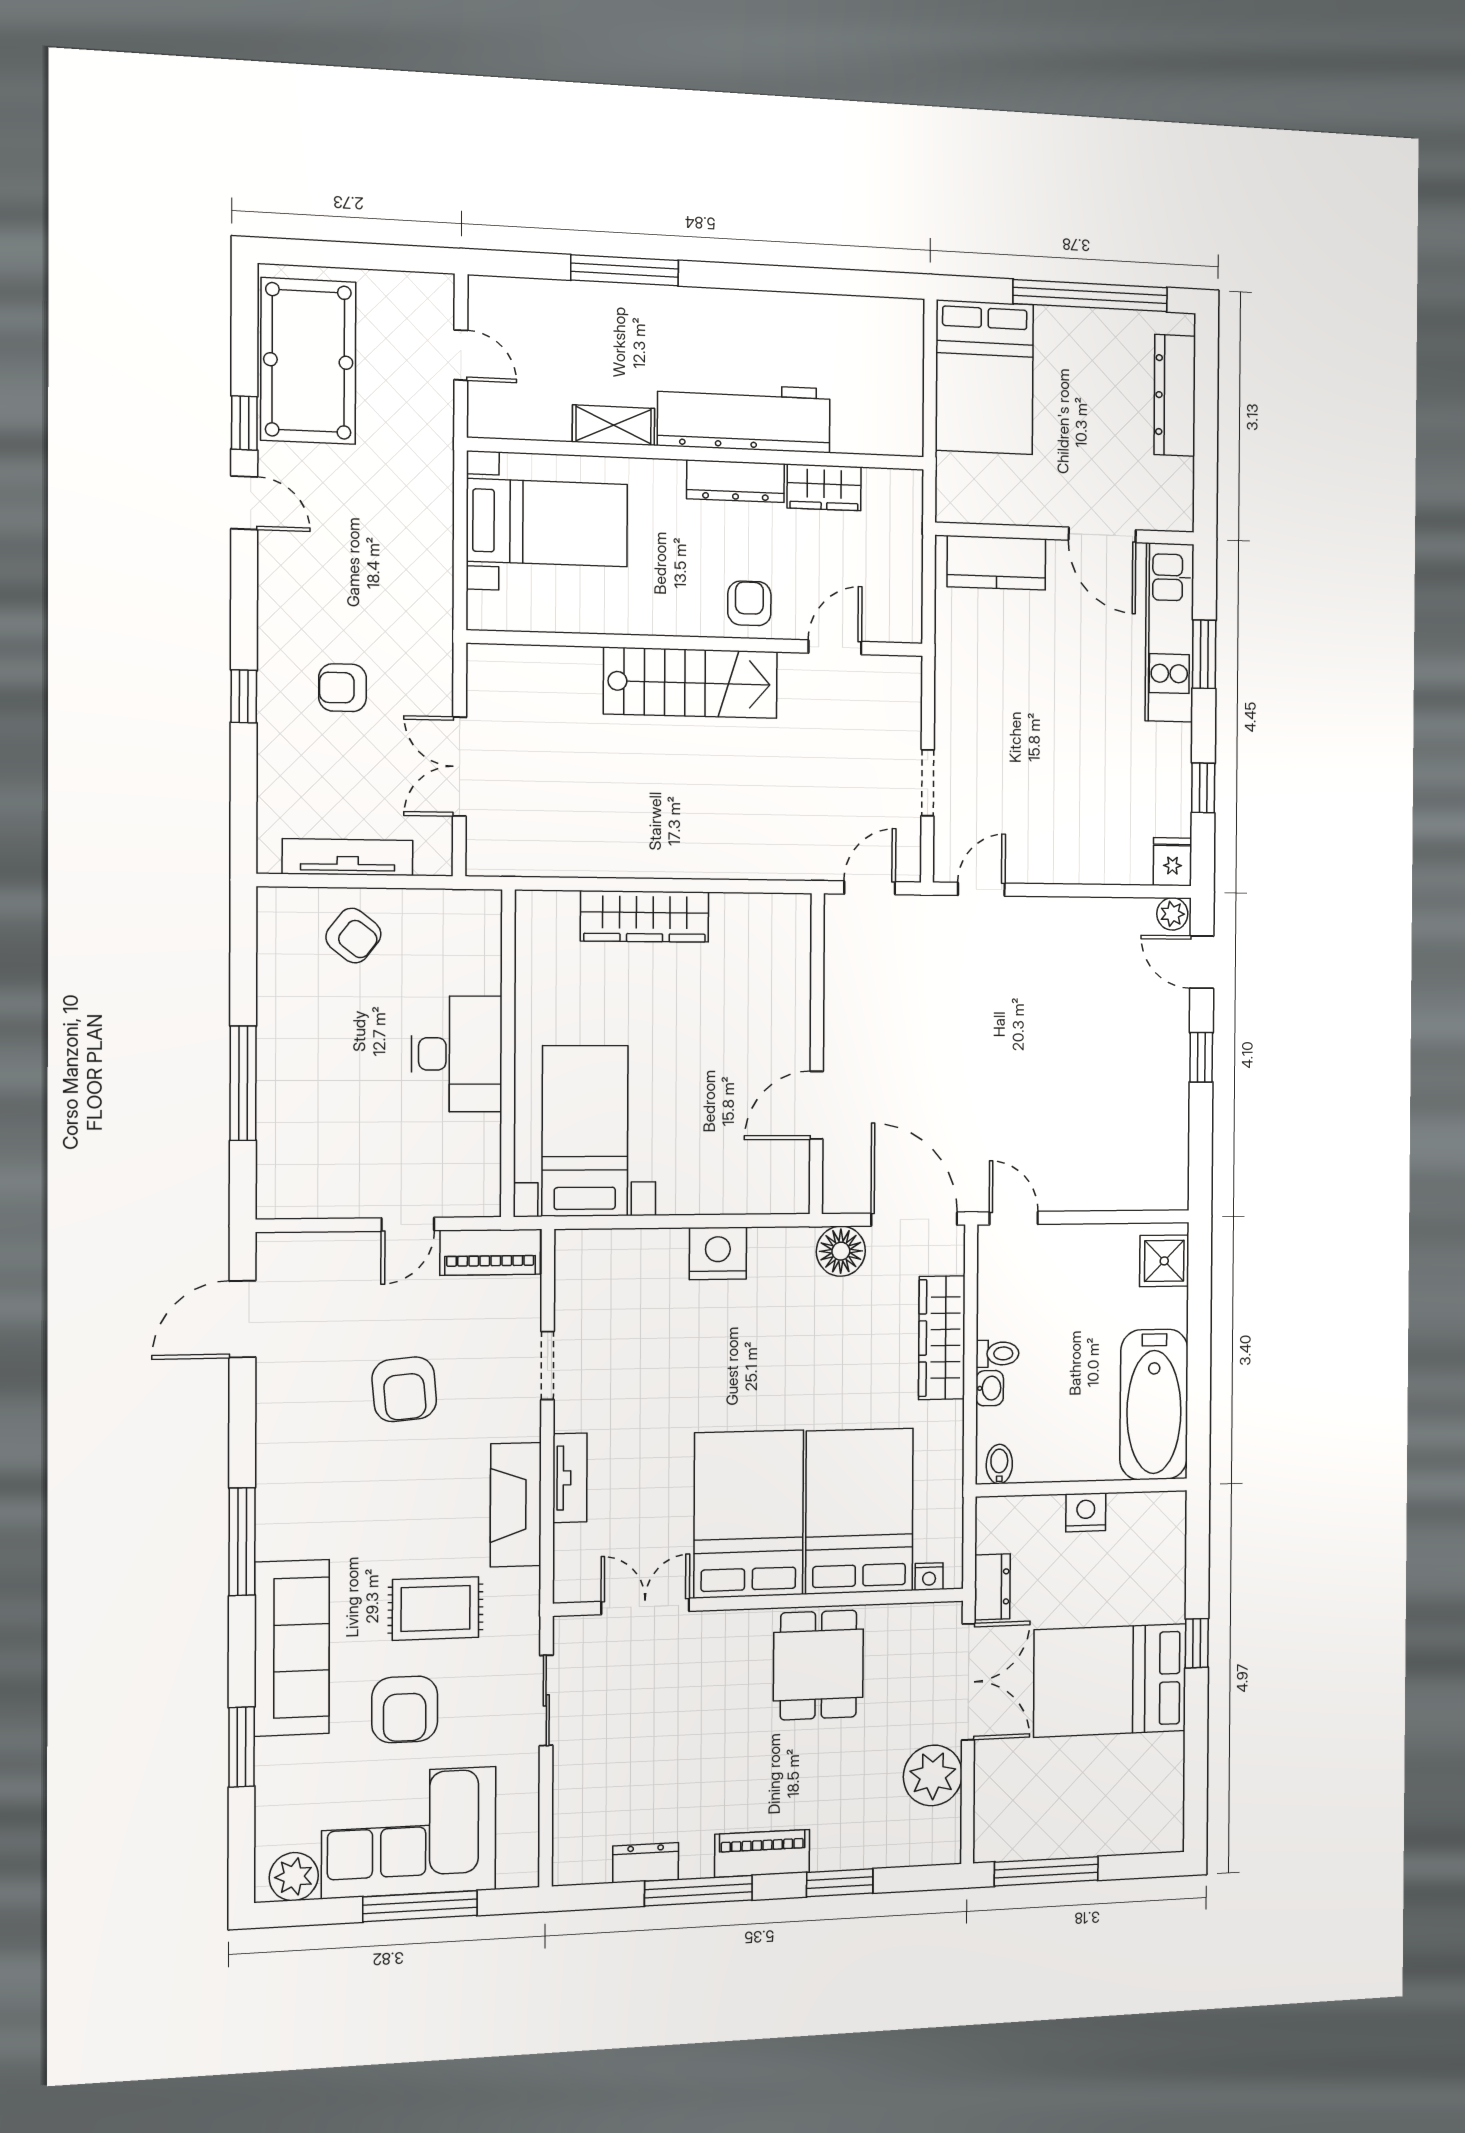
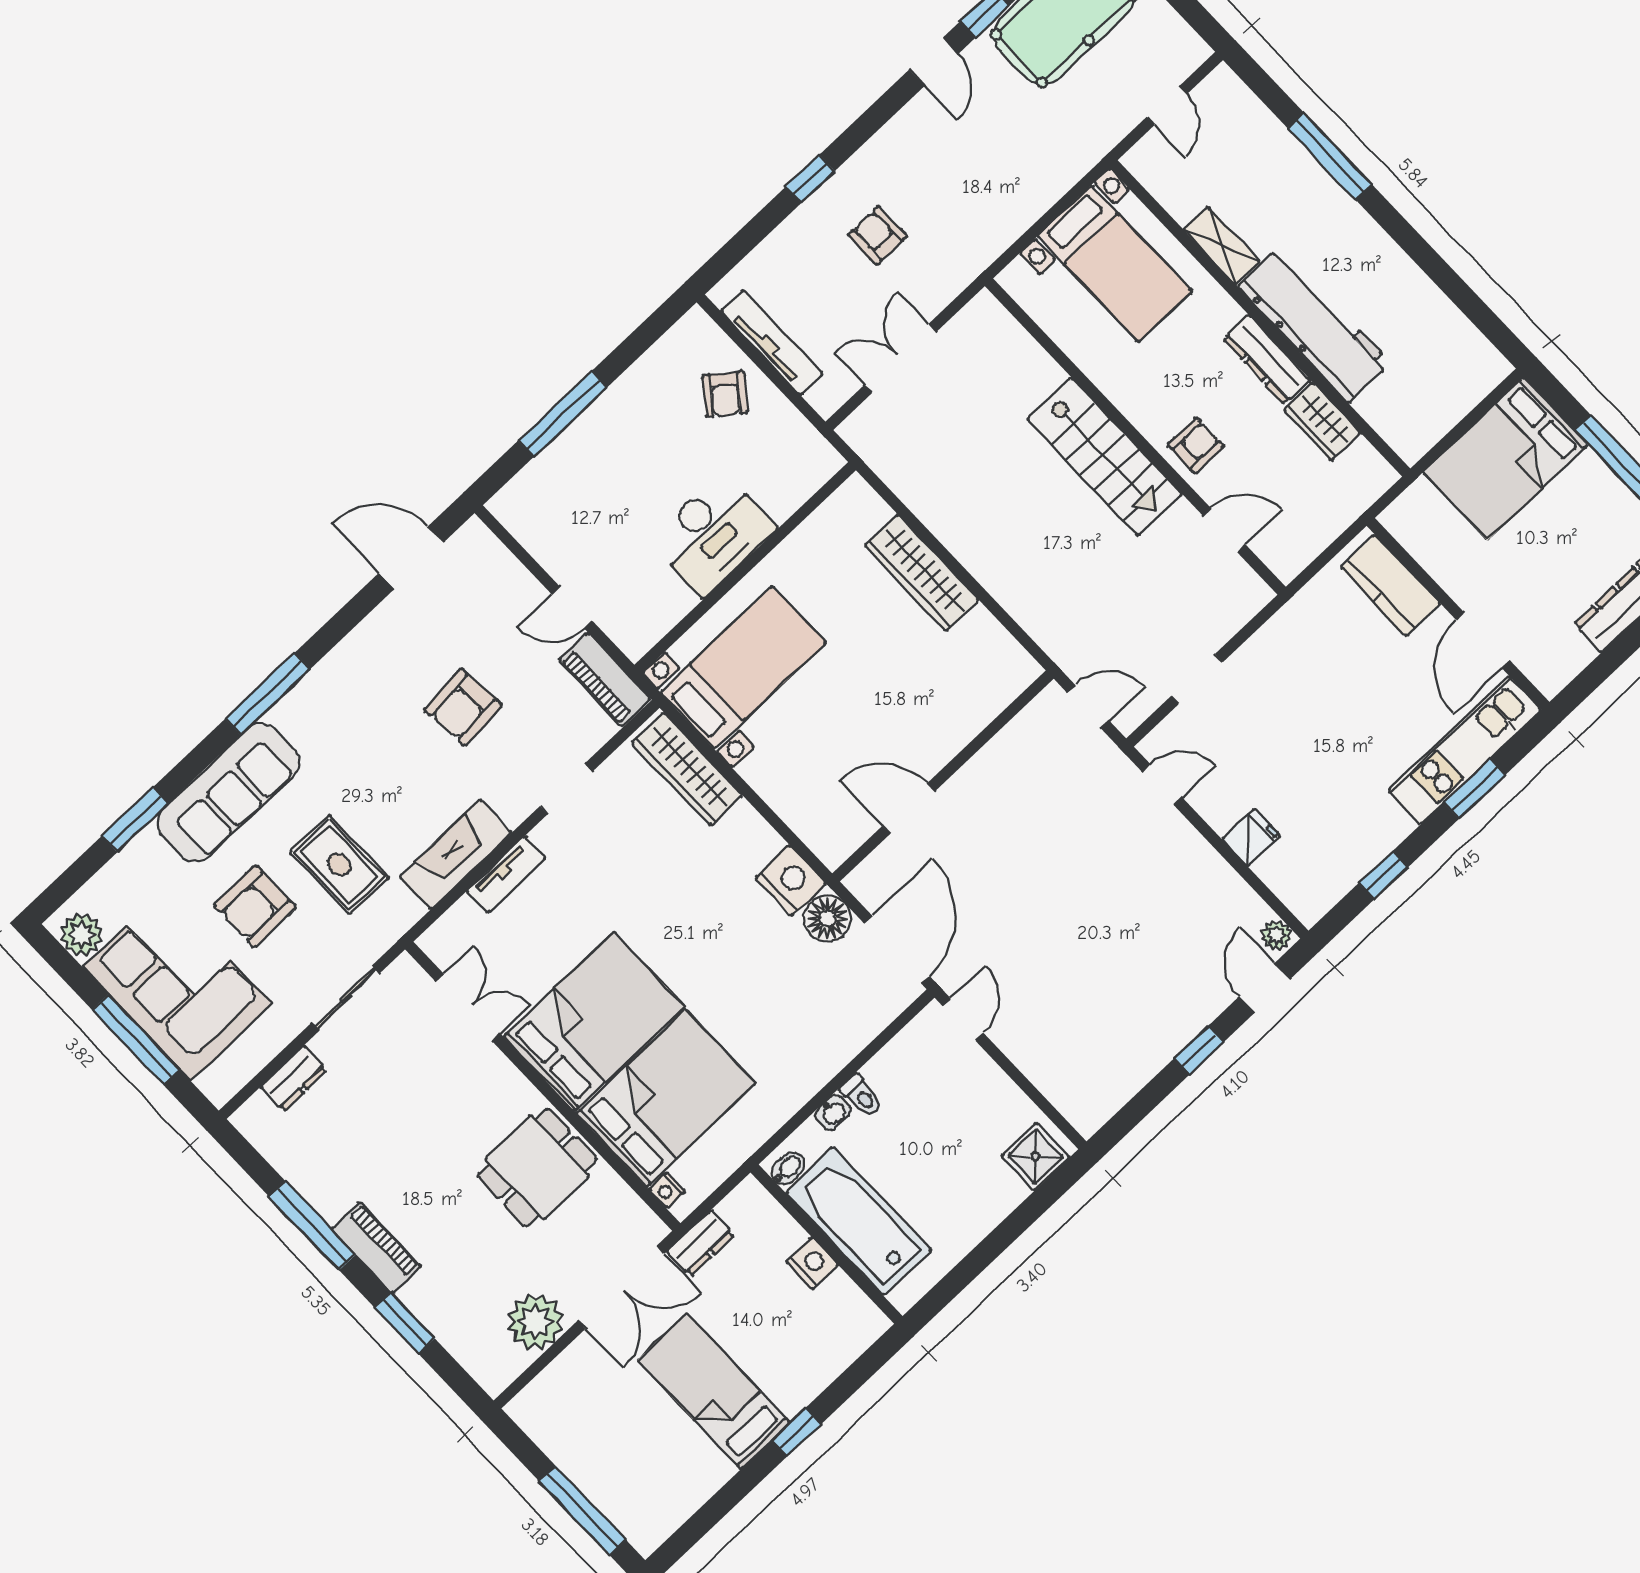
fridge: (1173, 862) -> (1251, 838), moved
nightstand: (718, 1253) -> (791, 881), moved
wardrobe: (942, 1338) -> (687, 769), moved, turned -90
bathtub: (1154, 1404) -> (858, 1221), moved, turned 90
bed: (1110, 1680) -> (714, 1391), width x0.67
dresser: (646, 1863) -> (294, 1079), moved, turned 90
window: (1046, 1871) -> (583, 1511), moved

